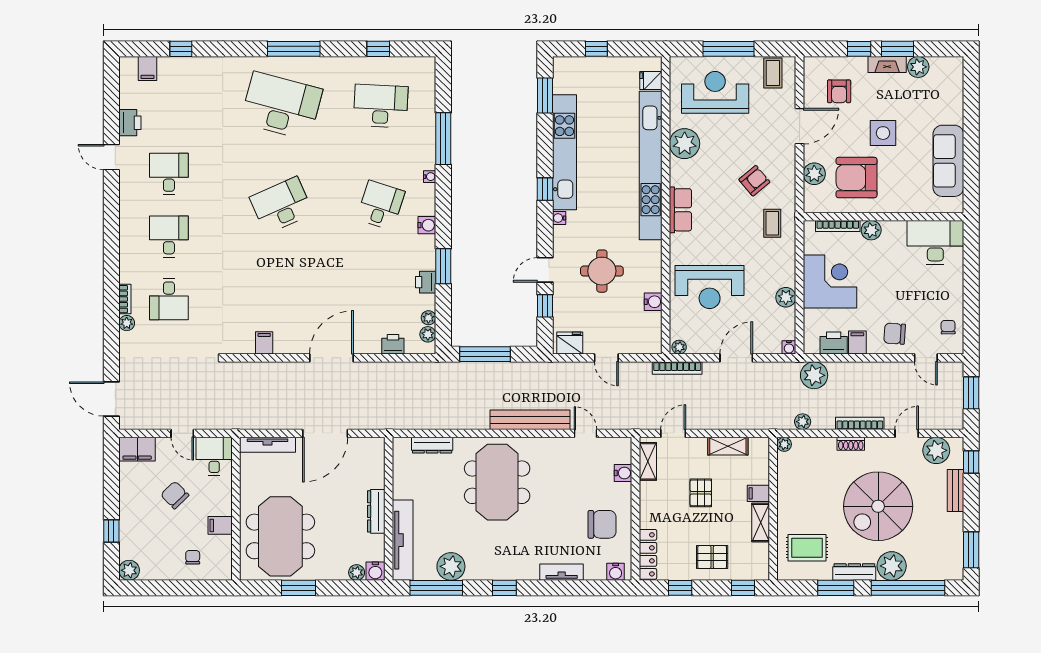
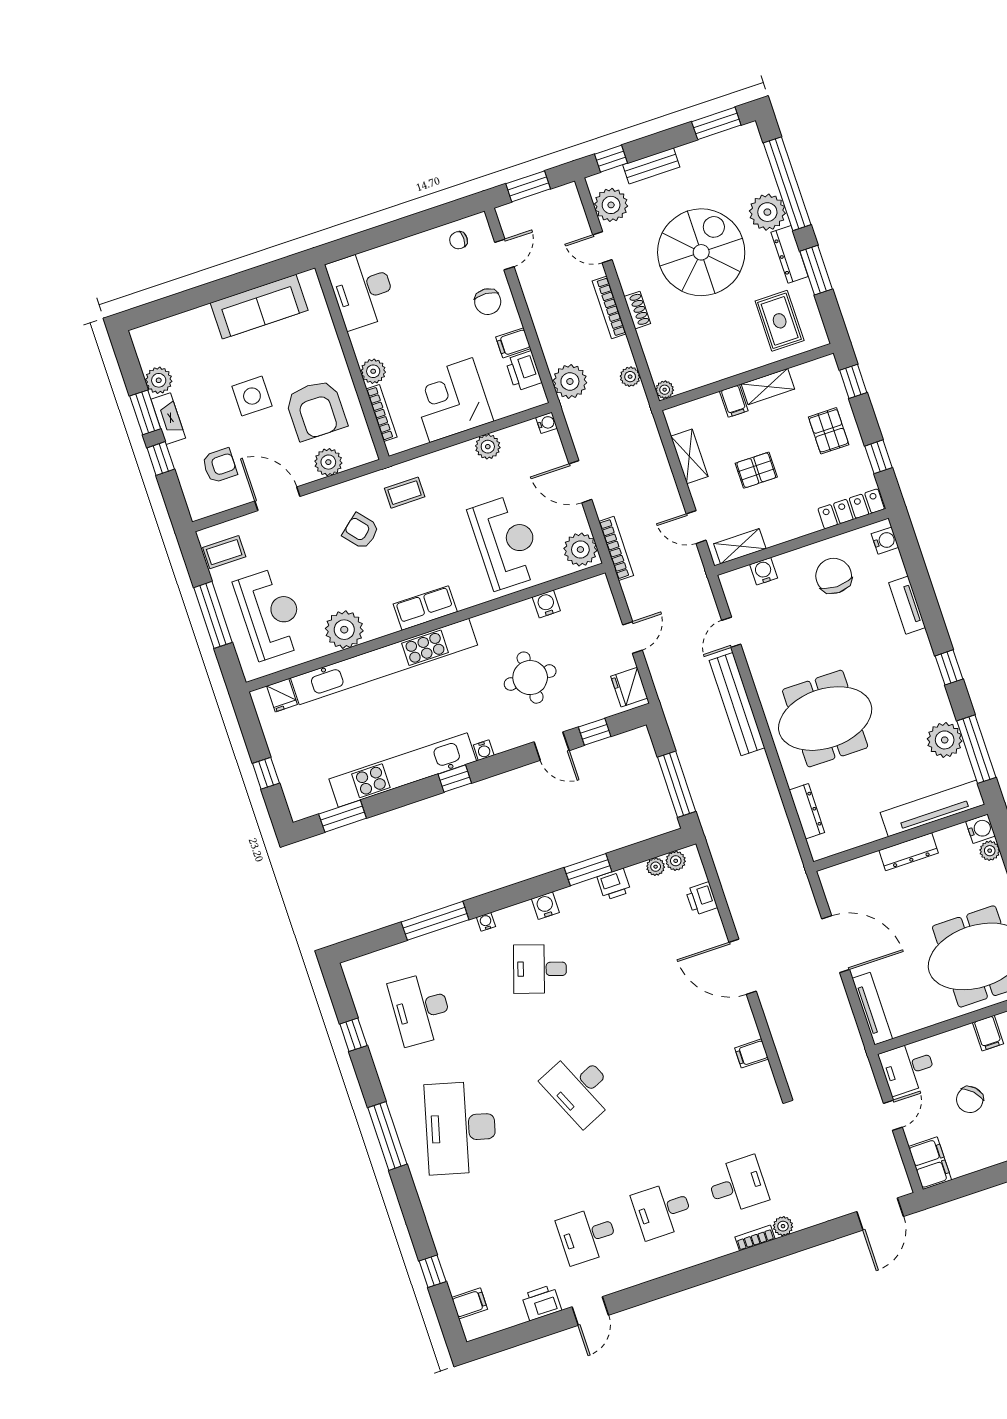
reception desk: (715, 92) -> (271, 614), turned 180
plant: (679, 347) -> (580, 550), width x1.87, depth x1.87
spiral stairs: (878, 506) -> (701, 252), turned -90

